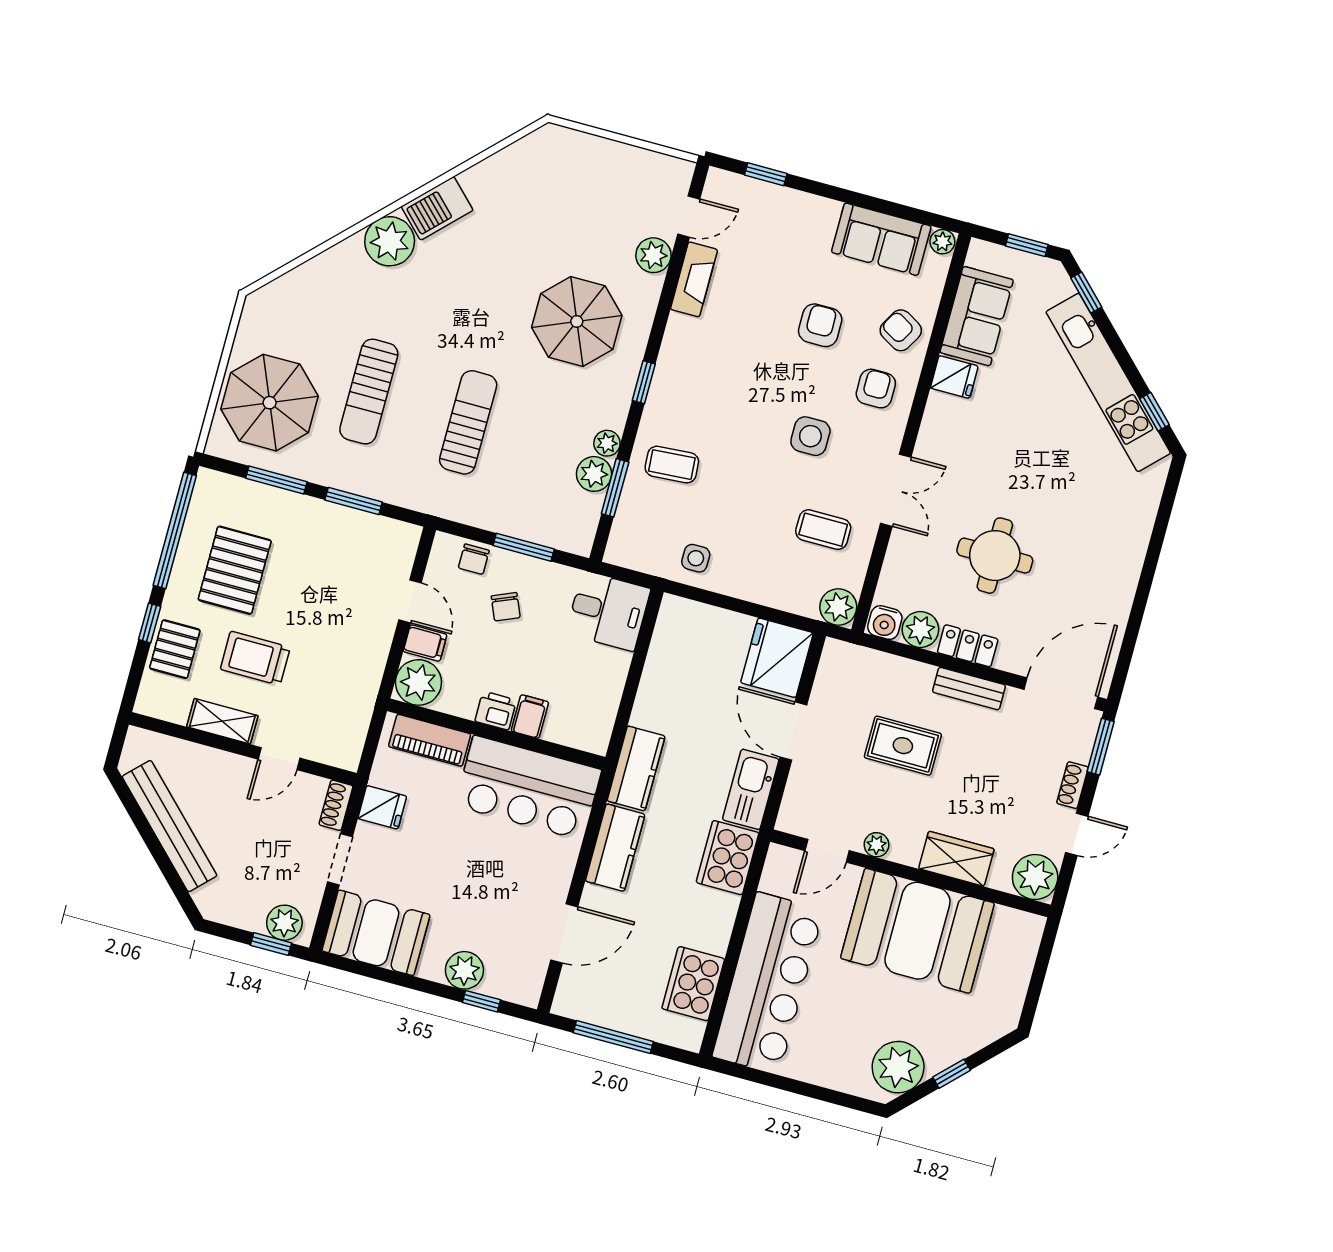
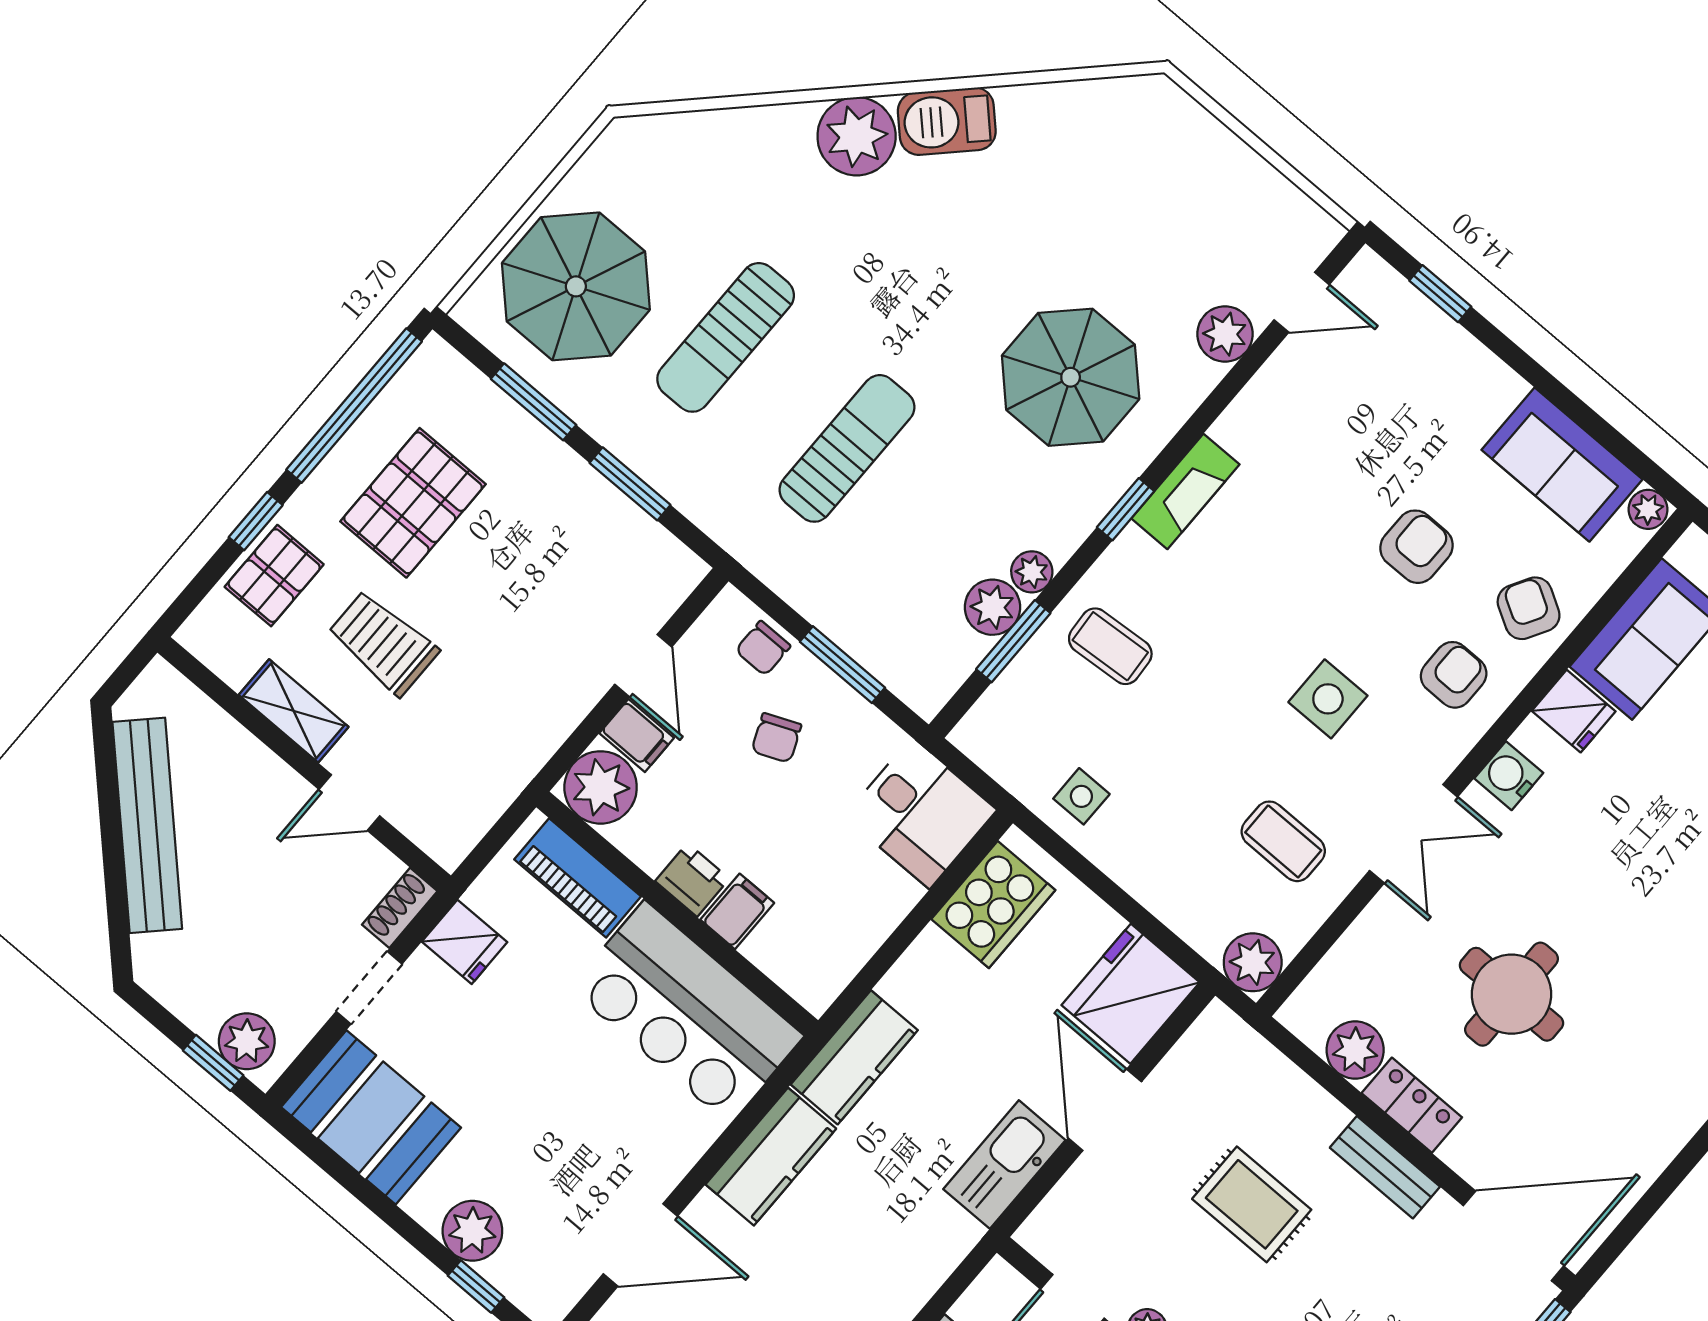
fireplace: (694, 279) -> (1185, 491), moved
water cooler: (885, 623) -> (1509, 776), moved, turned 90
cooker: (728, 858) -> (993, 905), moved, turned 180

